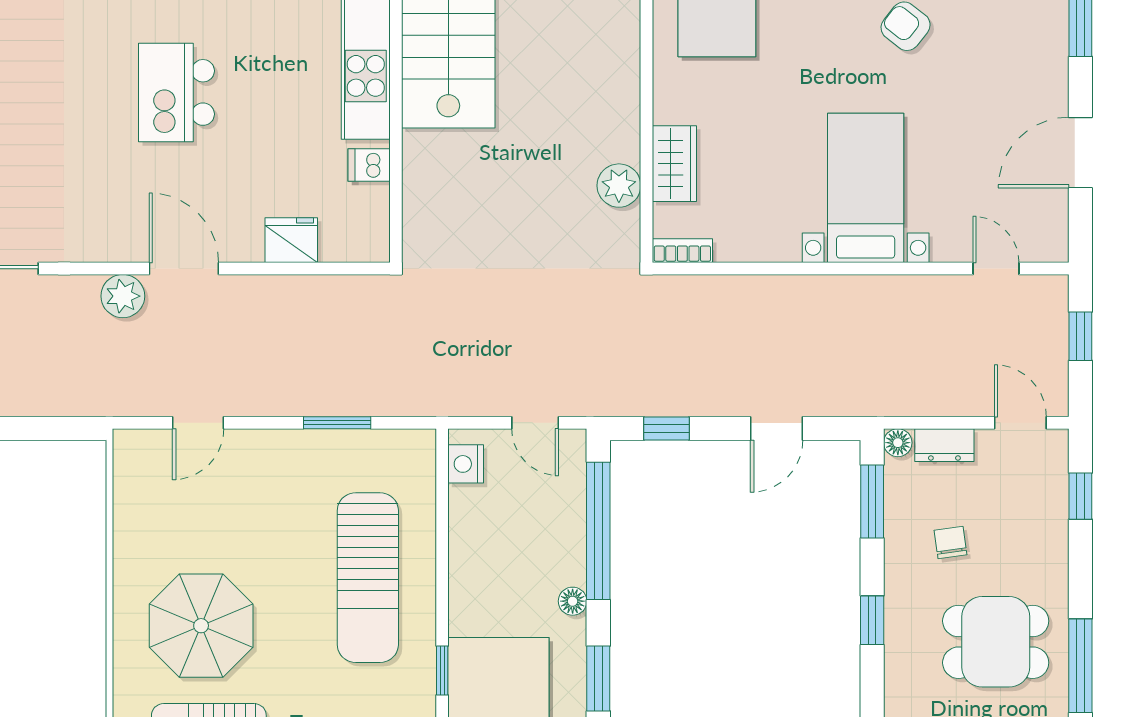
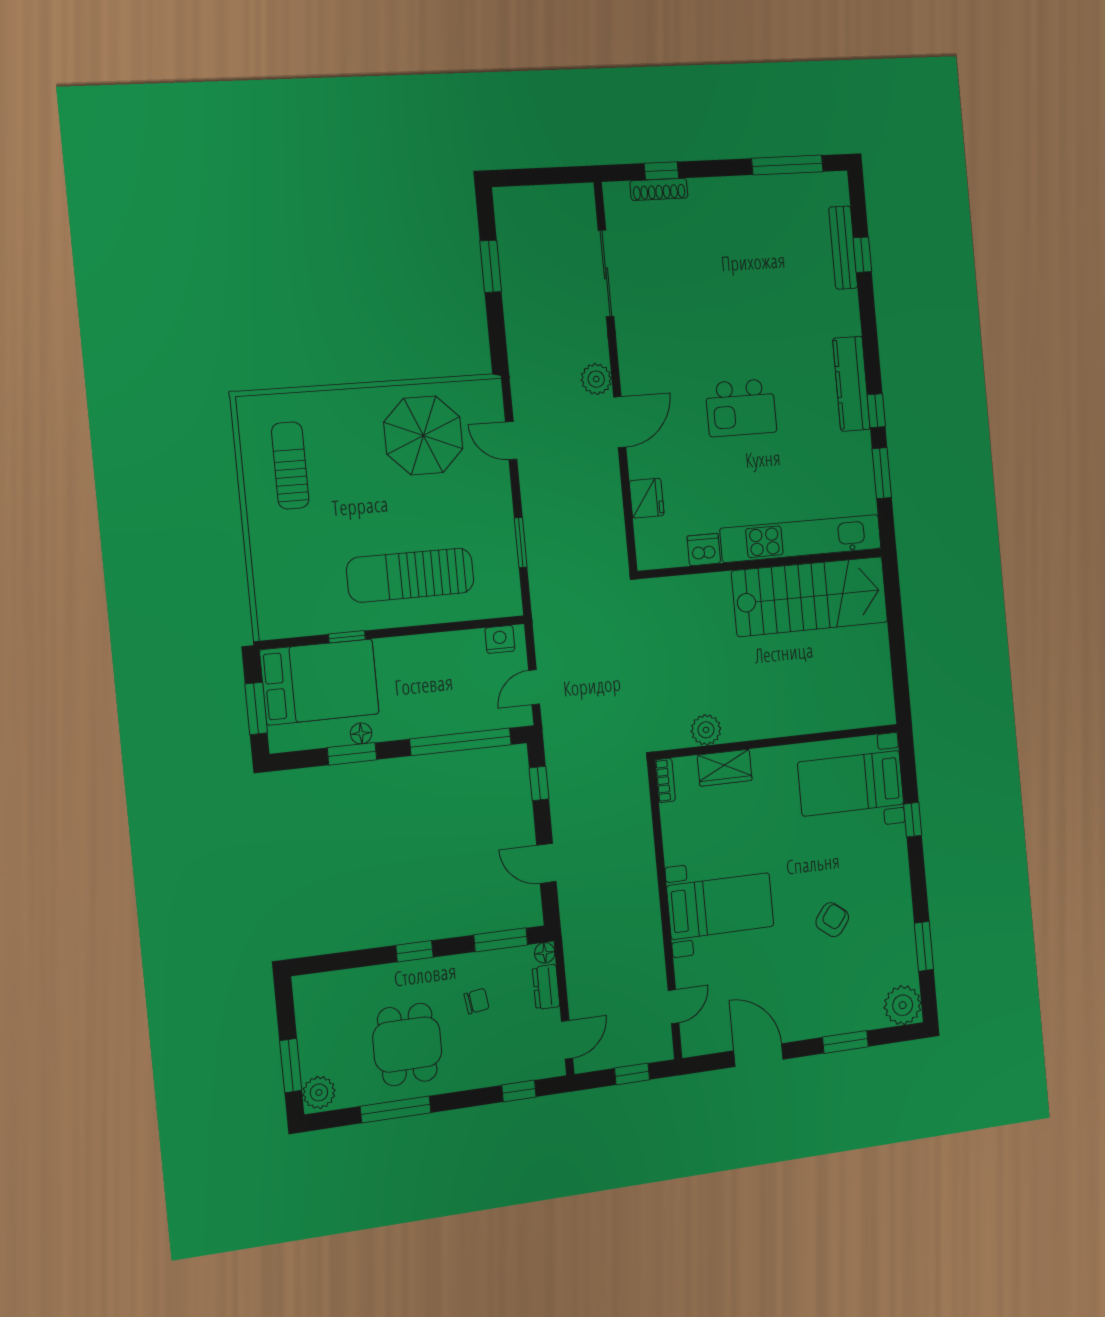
kitchen island: (176, 92) -> (741, 408), turned 180
dishwasher: (369, 165) -> (704, 550), width x1.38
floor lamp: (573, 601) -> (361, 733), moved
parasol: (201, 626) -> (423, 435), moved

